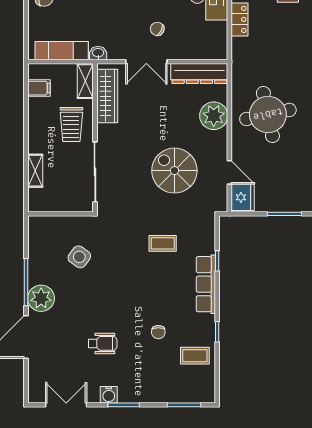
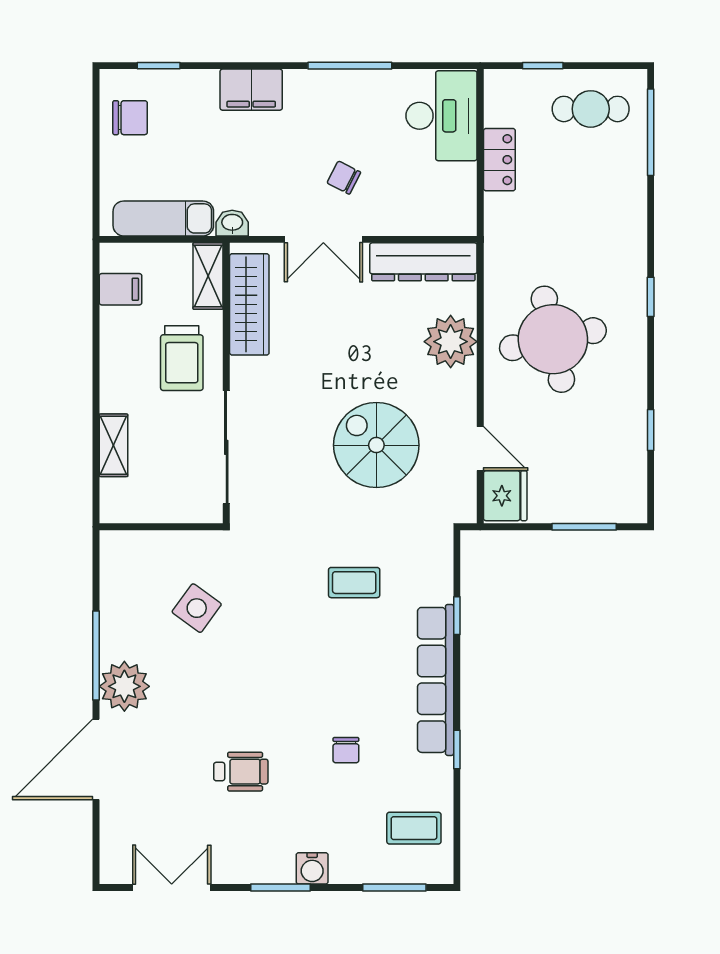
row of seats: (206, 284) -> (436, 680), width x1.36
coffee table: (195, 356) -> (414, 828), moved
water cooler: (109, 395) -> (312, 868), moved

